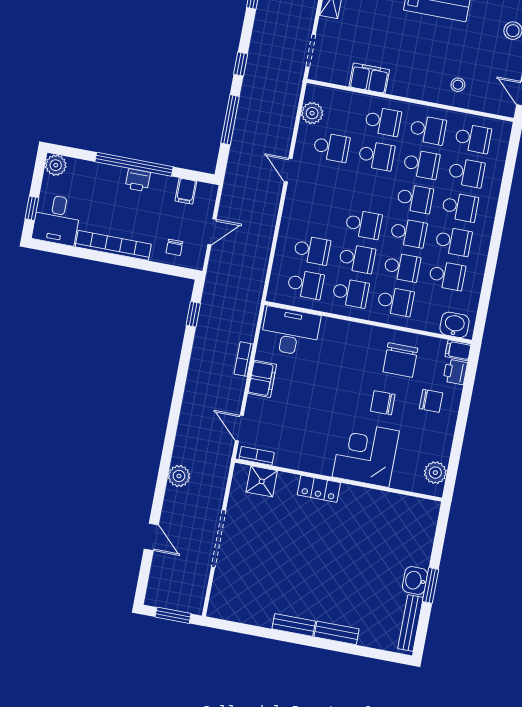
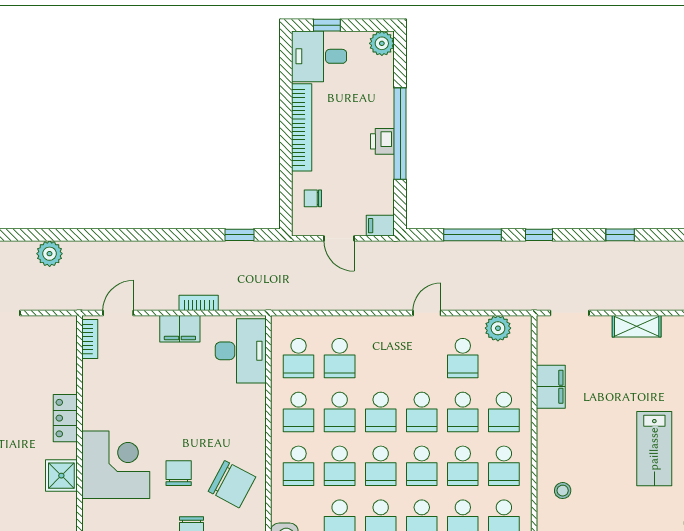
school desk: (370, 190) -> (422, 412), added
filing cabinet: (186, 191) -> (380, 226), moved
chair: (400, 360) -> (232, 484), turned -152
shower: (262, 481) -> (61, 476), moved

